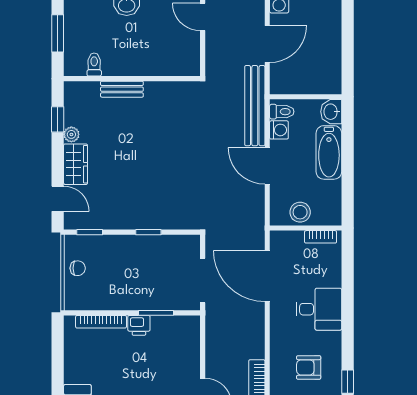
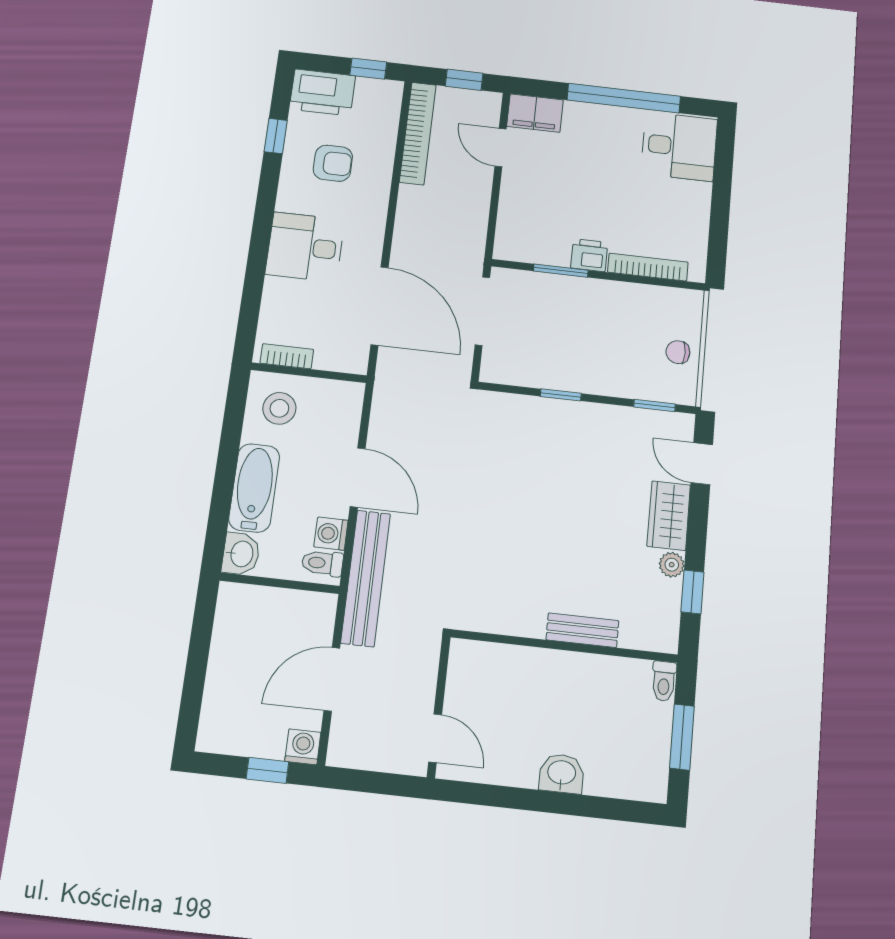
toilet: (94, 65) -> (664, 681), moved
stool: (300, 212) -> (279, 408), moved

